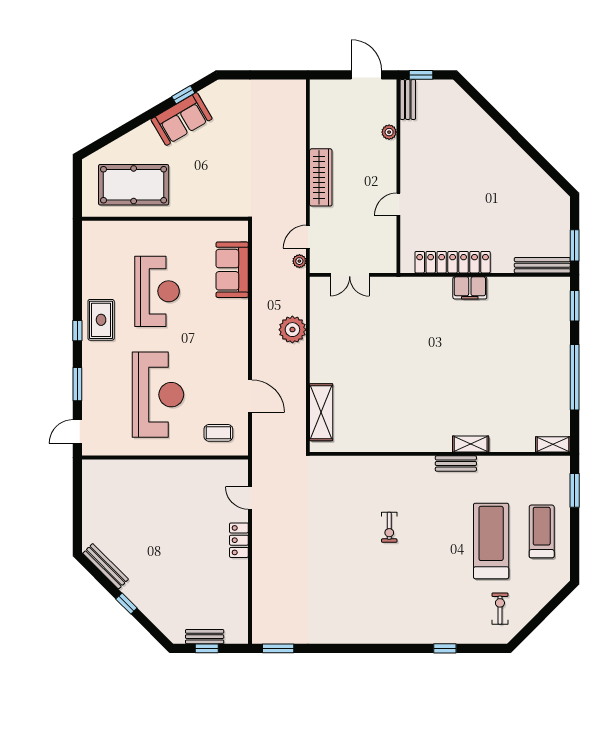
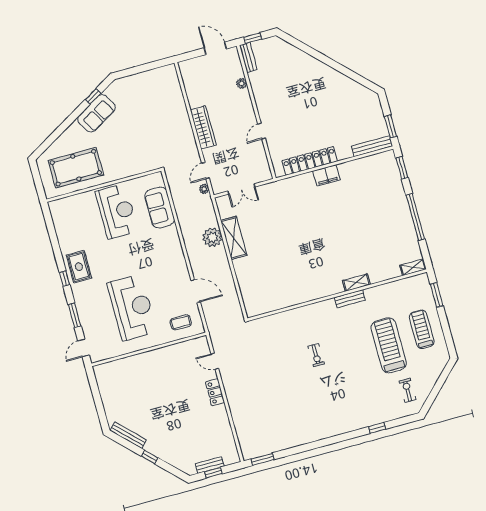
reception desk: (157, 291) -> (117, 211), moved
shelving: (321, 412) -> (234, 238), moved

